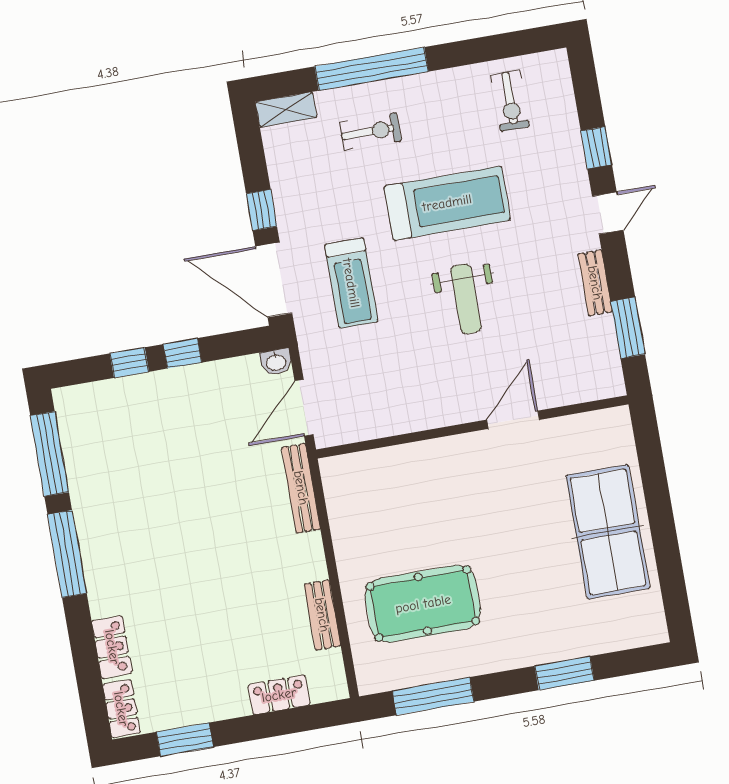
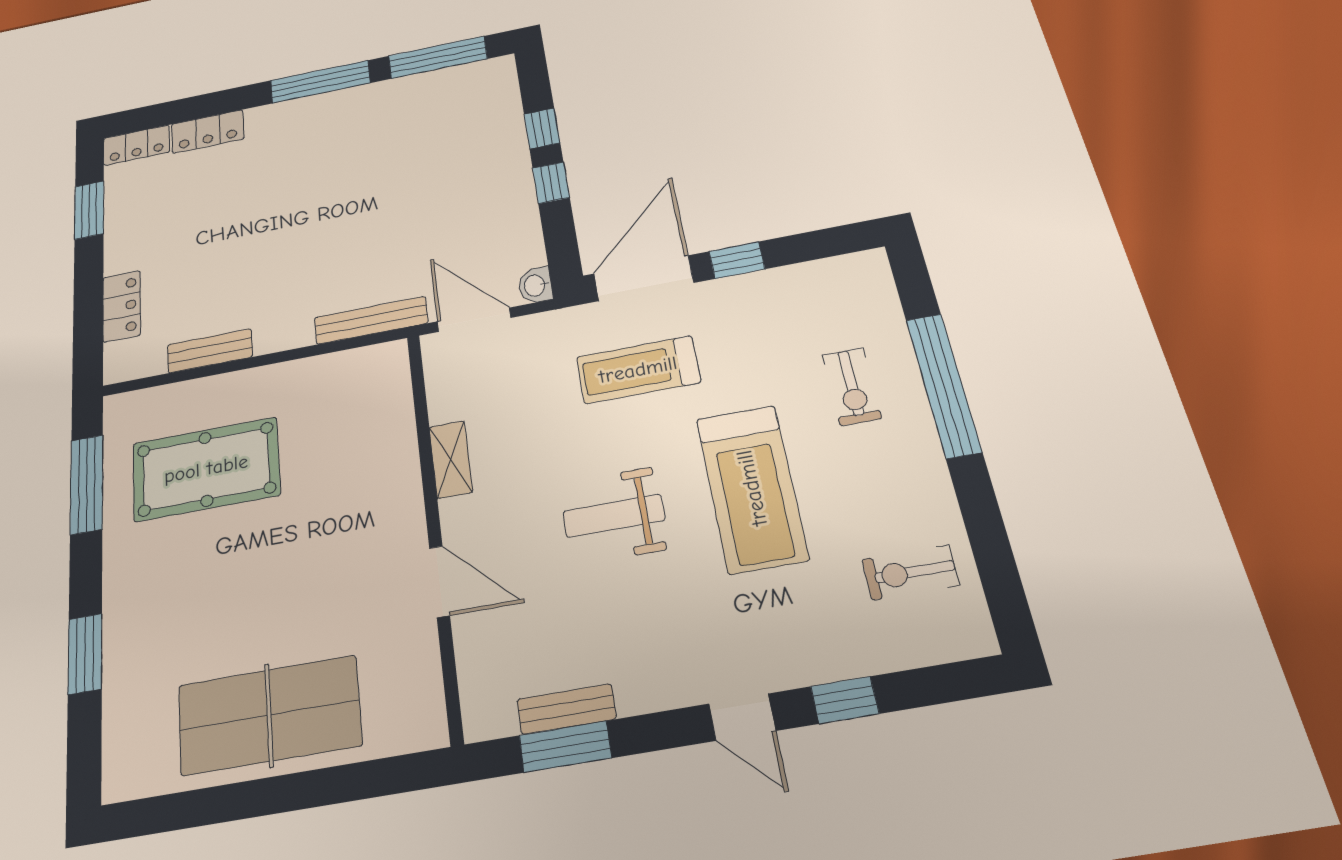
shelving: (286, 110) -> (451, 459), moved
bench: (595, 283) -> (567, 709), moved
pool table: (423, 604) -> (206, 469), turned 90

